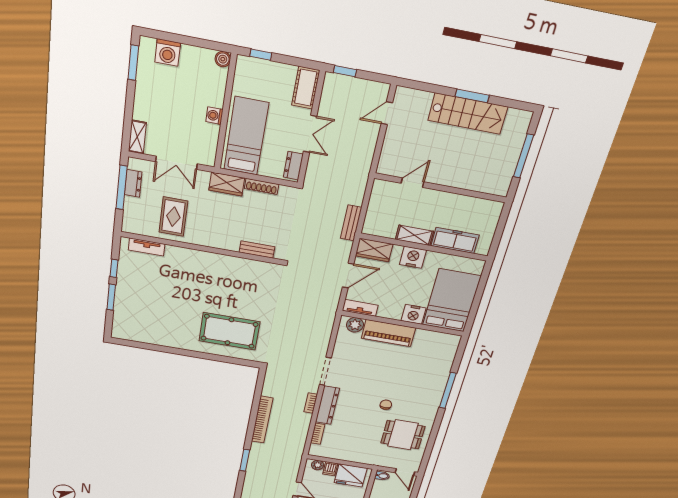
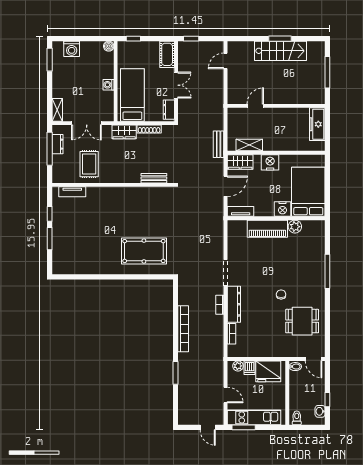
shelving: (414, 235) -> (249, 145), moved
freezer: (455, 240) -> (317, 124), moved, turned -90
plant: (355, 325) -> (295, 227), moved

